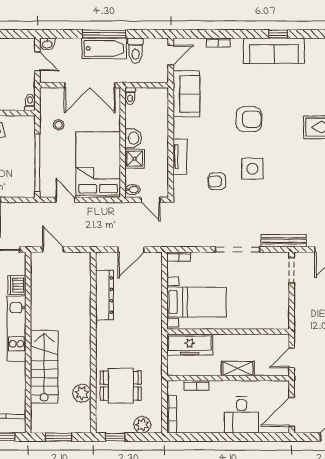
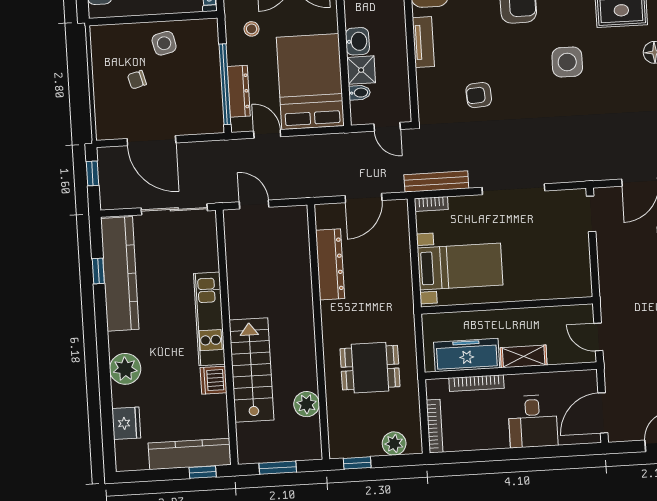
tv unit: (180, 157) -> (423, 42), moved
dresser: (47, 168) -> (239, 91), added
side table: (252, 169) -> (567, 62), moved
bidet: (132, 190) -> (359, 93), moved
bench: (284, 241) -> (436, 182), moved
dishwasher: (17, 285) -> (214, 380), moved
freezer: (190, 345) -> (467, 355), moved, turned 180
door: (292, 358) -> (598, 337), hinge flipped
bookcase: (196, 385) -> (476, 383), width x1.56
dining table: (121, 386) -> (370, 368), moved

